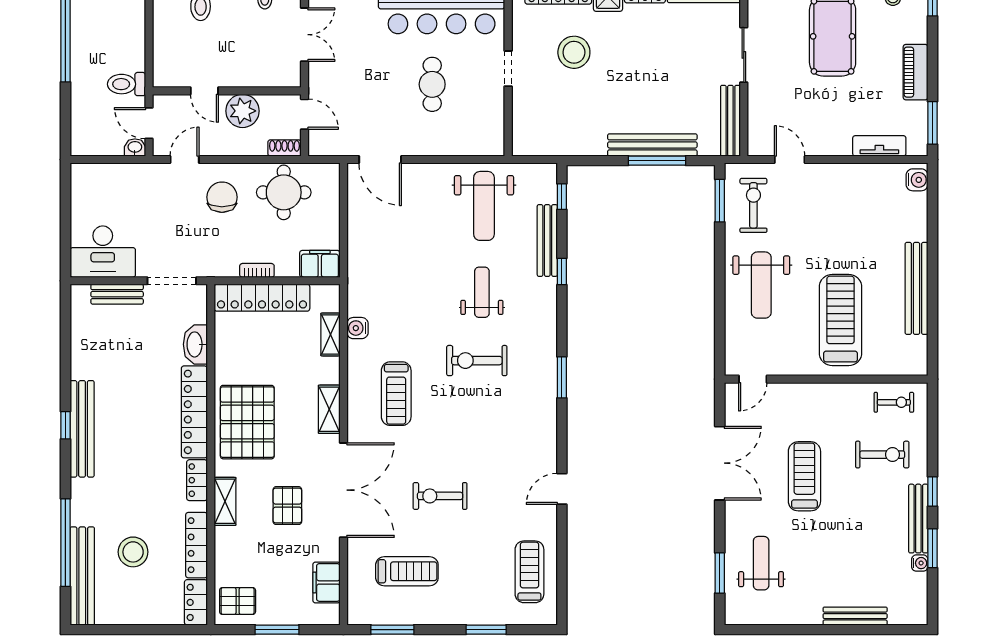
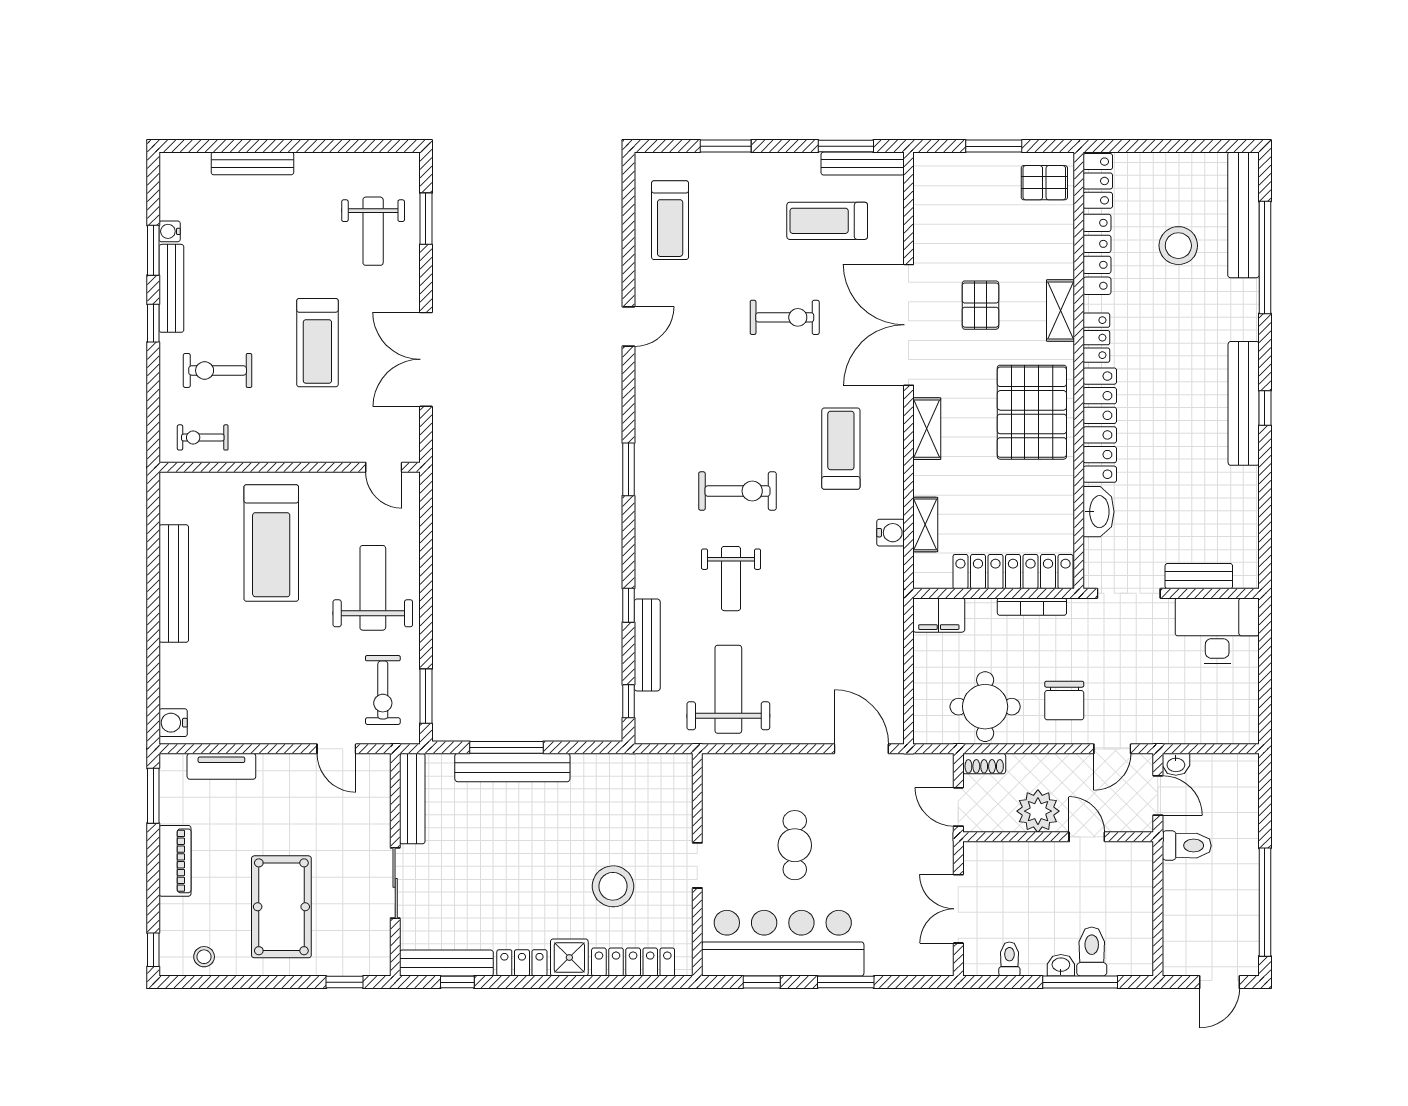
bookcase: (257, 270) -> (1032, 607), width x1.56
door: (753, 379) -> (384, 467), swing flipped
filing cabinet: (326, 582) -> (930, 206), removed
bench: (379, 616) -> (863, 164), added

